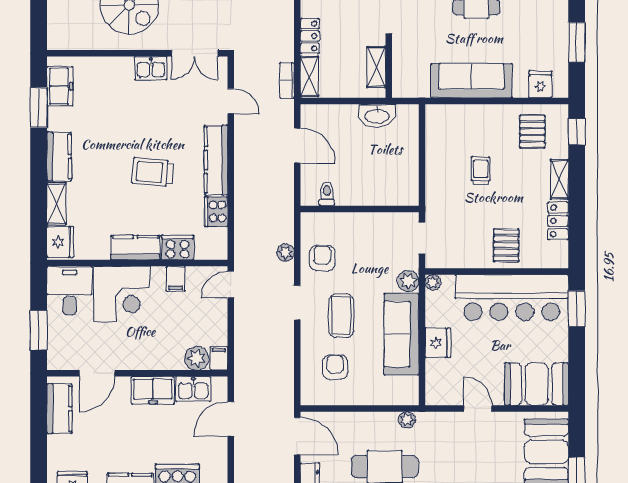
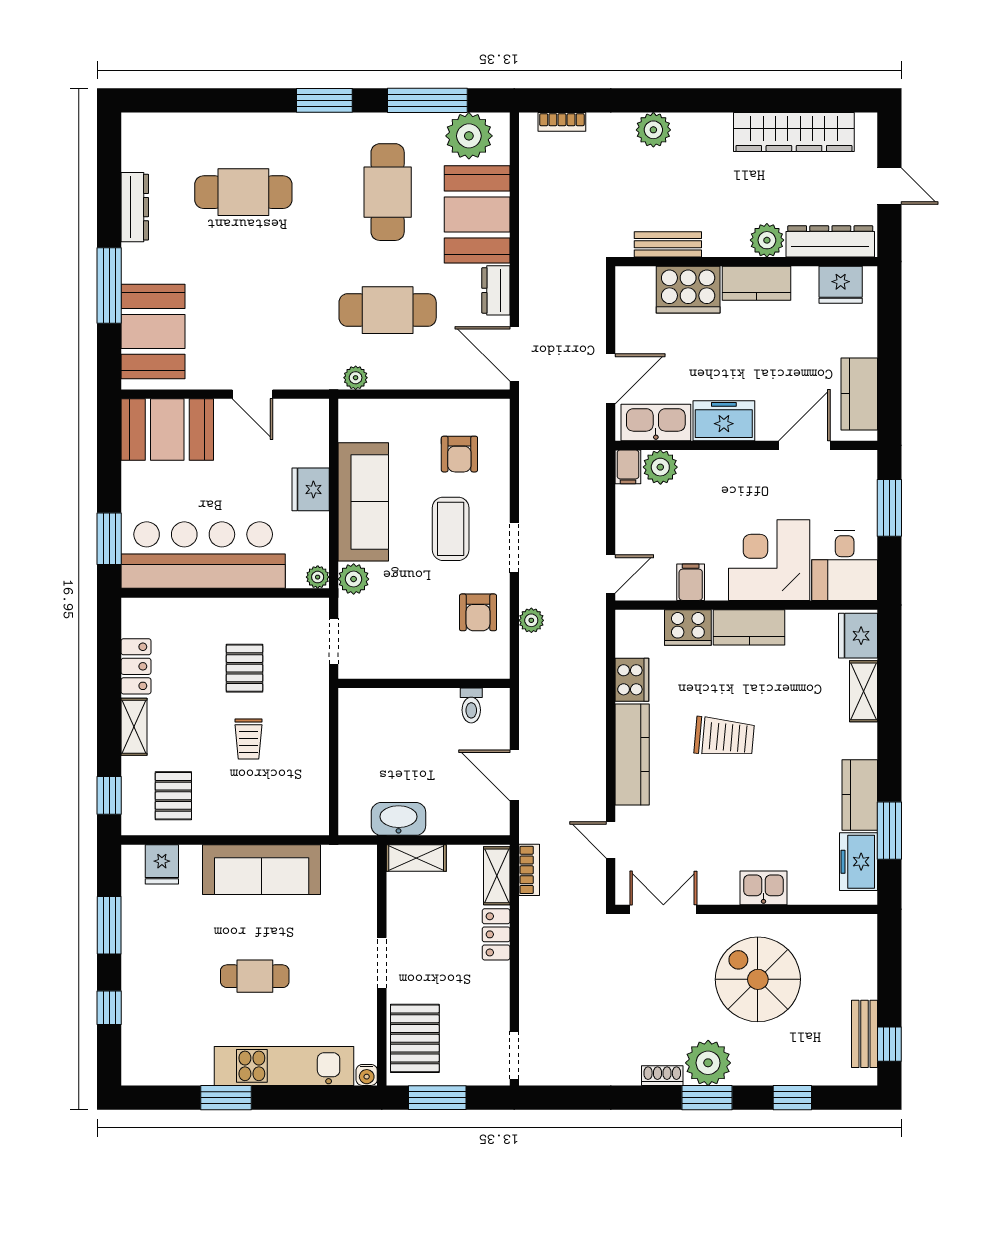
shelving: (376, 67) -> (416, 858), moved, turned 90
kitchen sink: (151, 68) -> (764, 888), moved
kitchen counter: (59, 156) -> (860, 795), moved
pallet: (506, 245) -> (245, 668), moved
kitchen sink: (193, 389) -> (656, 423), width x1.38

